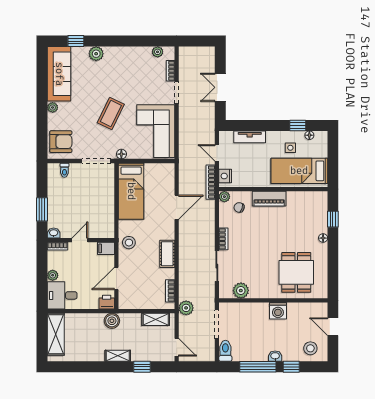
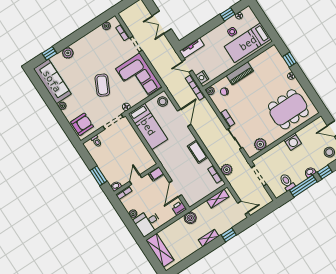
tv unit: (250, 137) -> (192, 48), moved
stool: (129, 243) -> (163, 102), moved
dining table: (296, 272) -> (288, 109), width x1.38
plant: (186, 308) -> (227, 170), moved
toilet: (225, 351) -> (287, 182), moved

